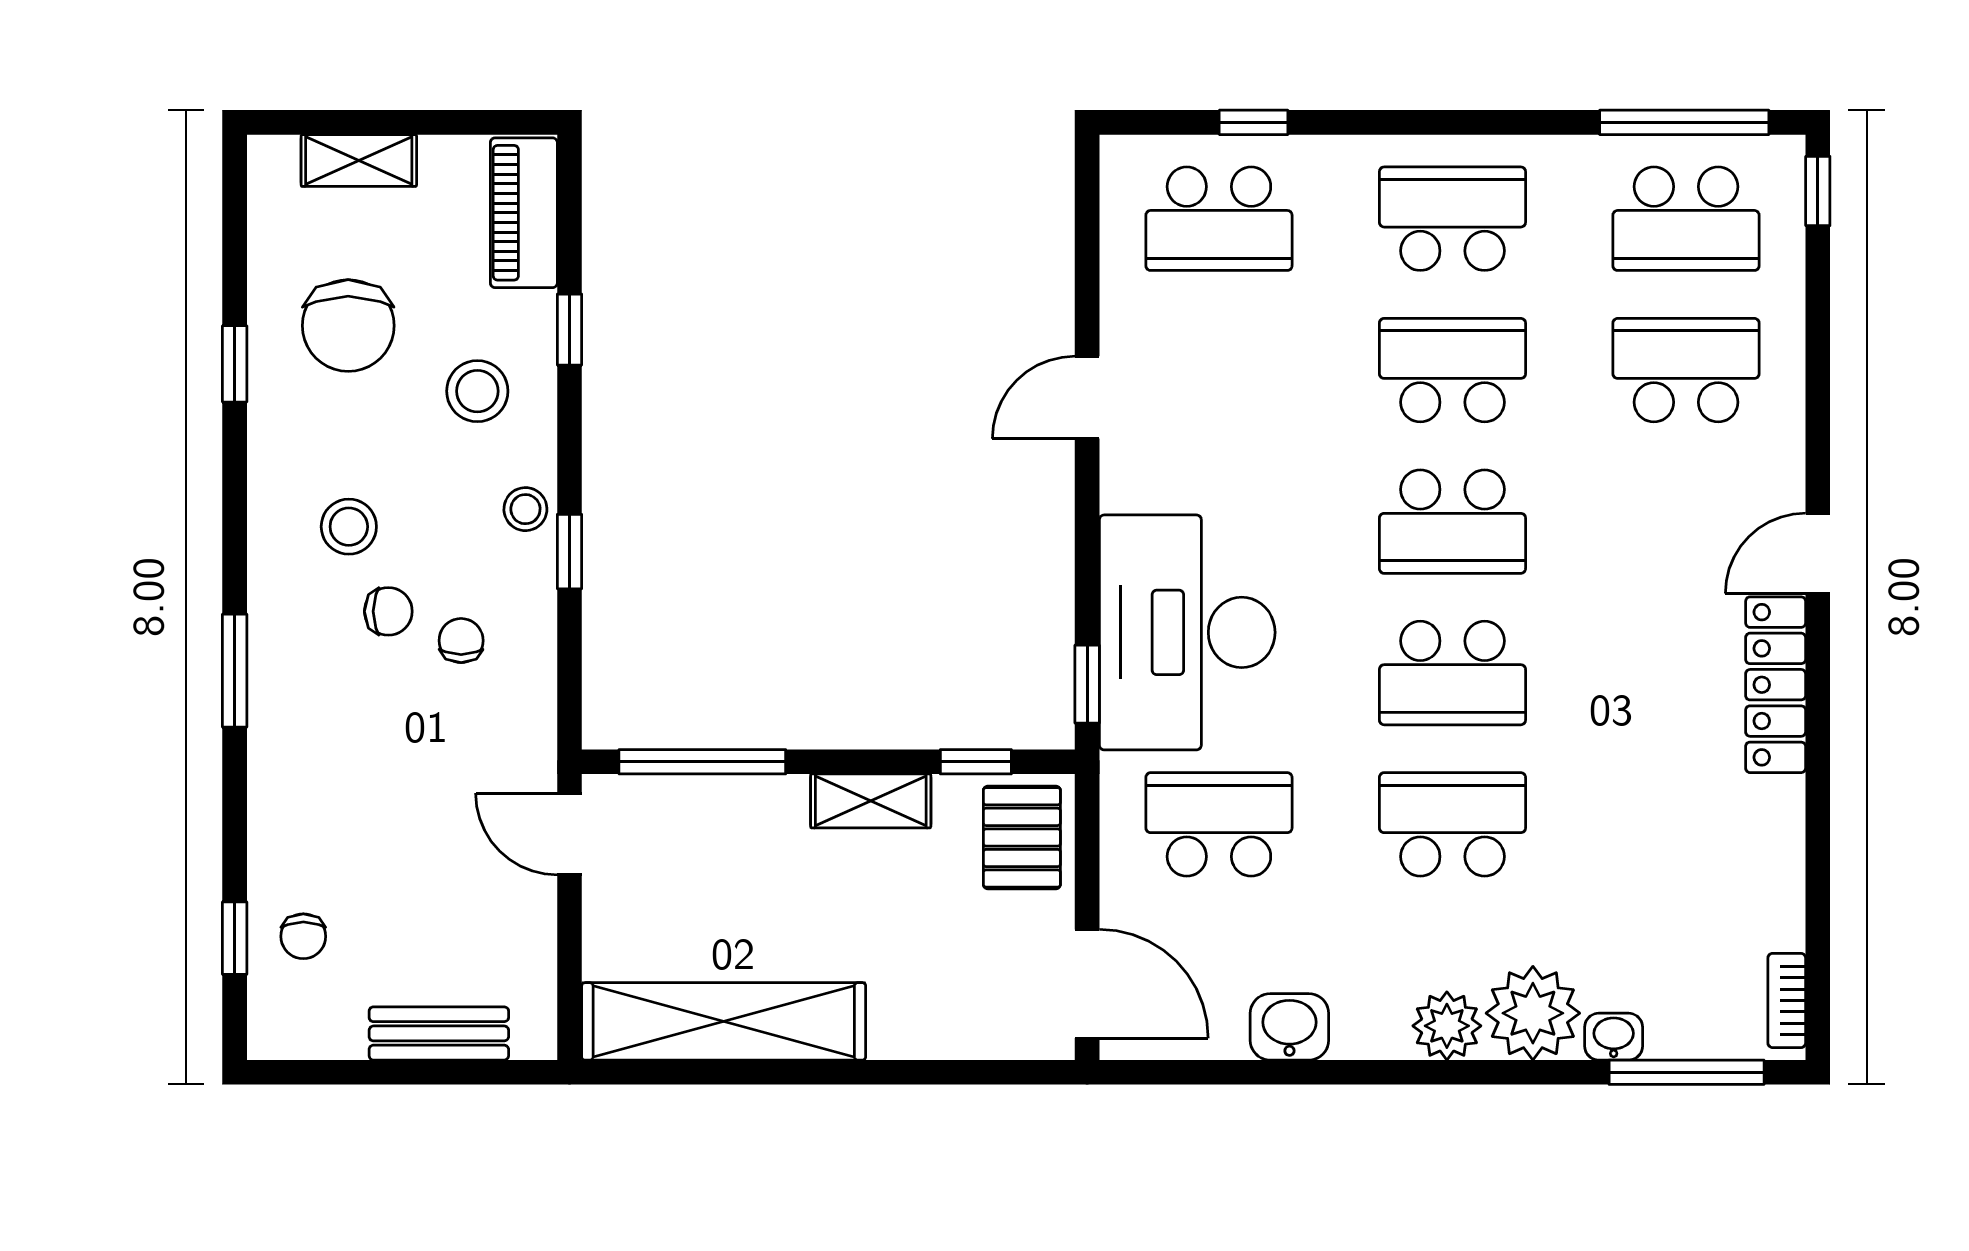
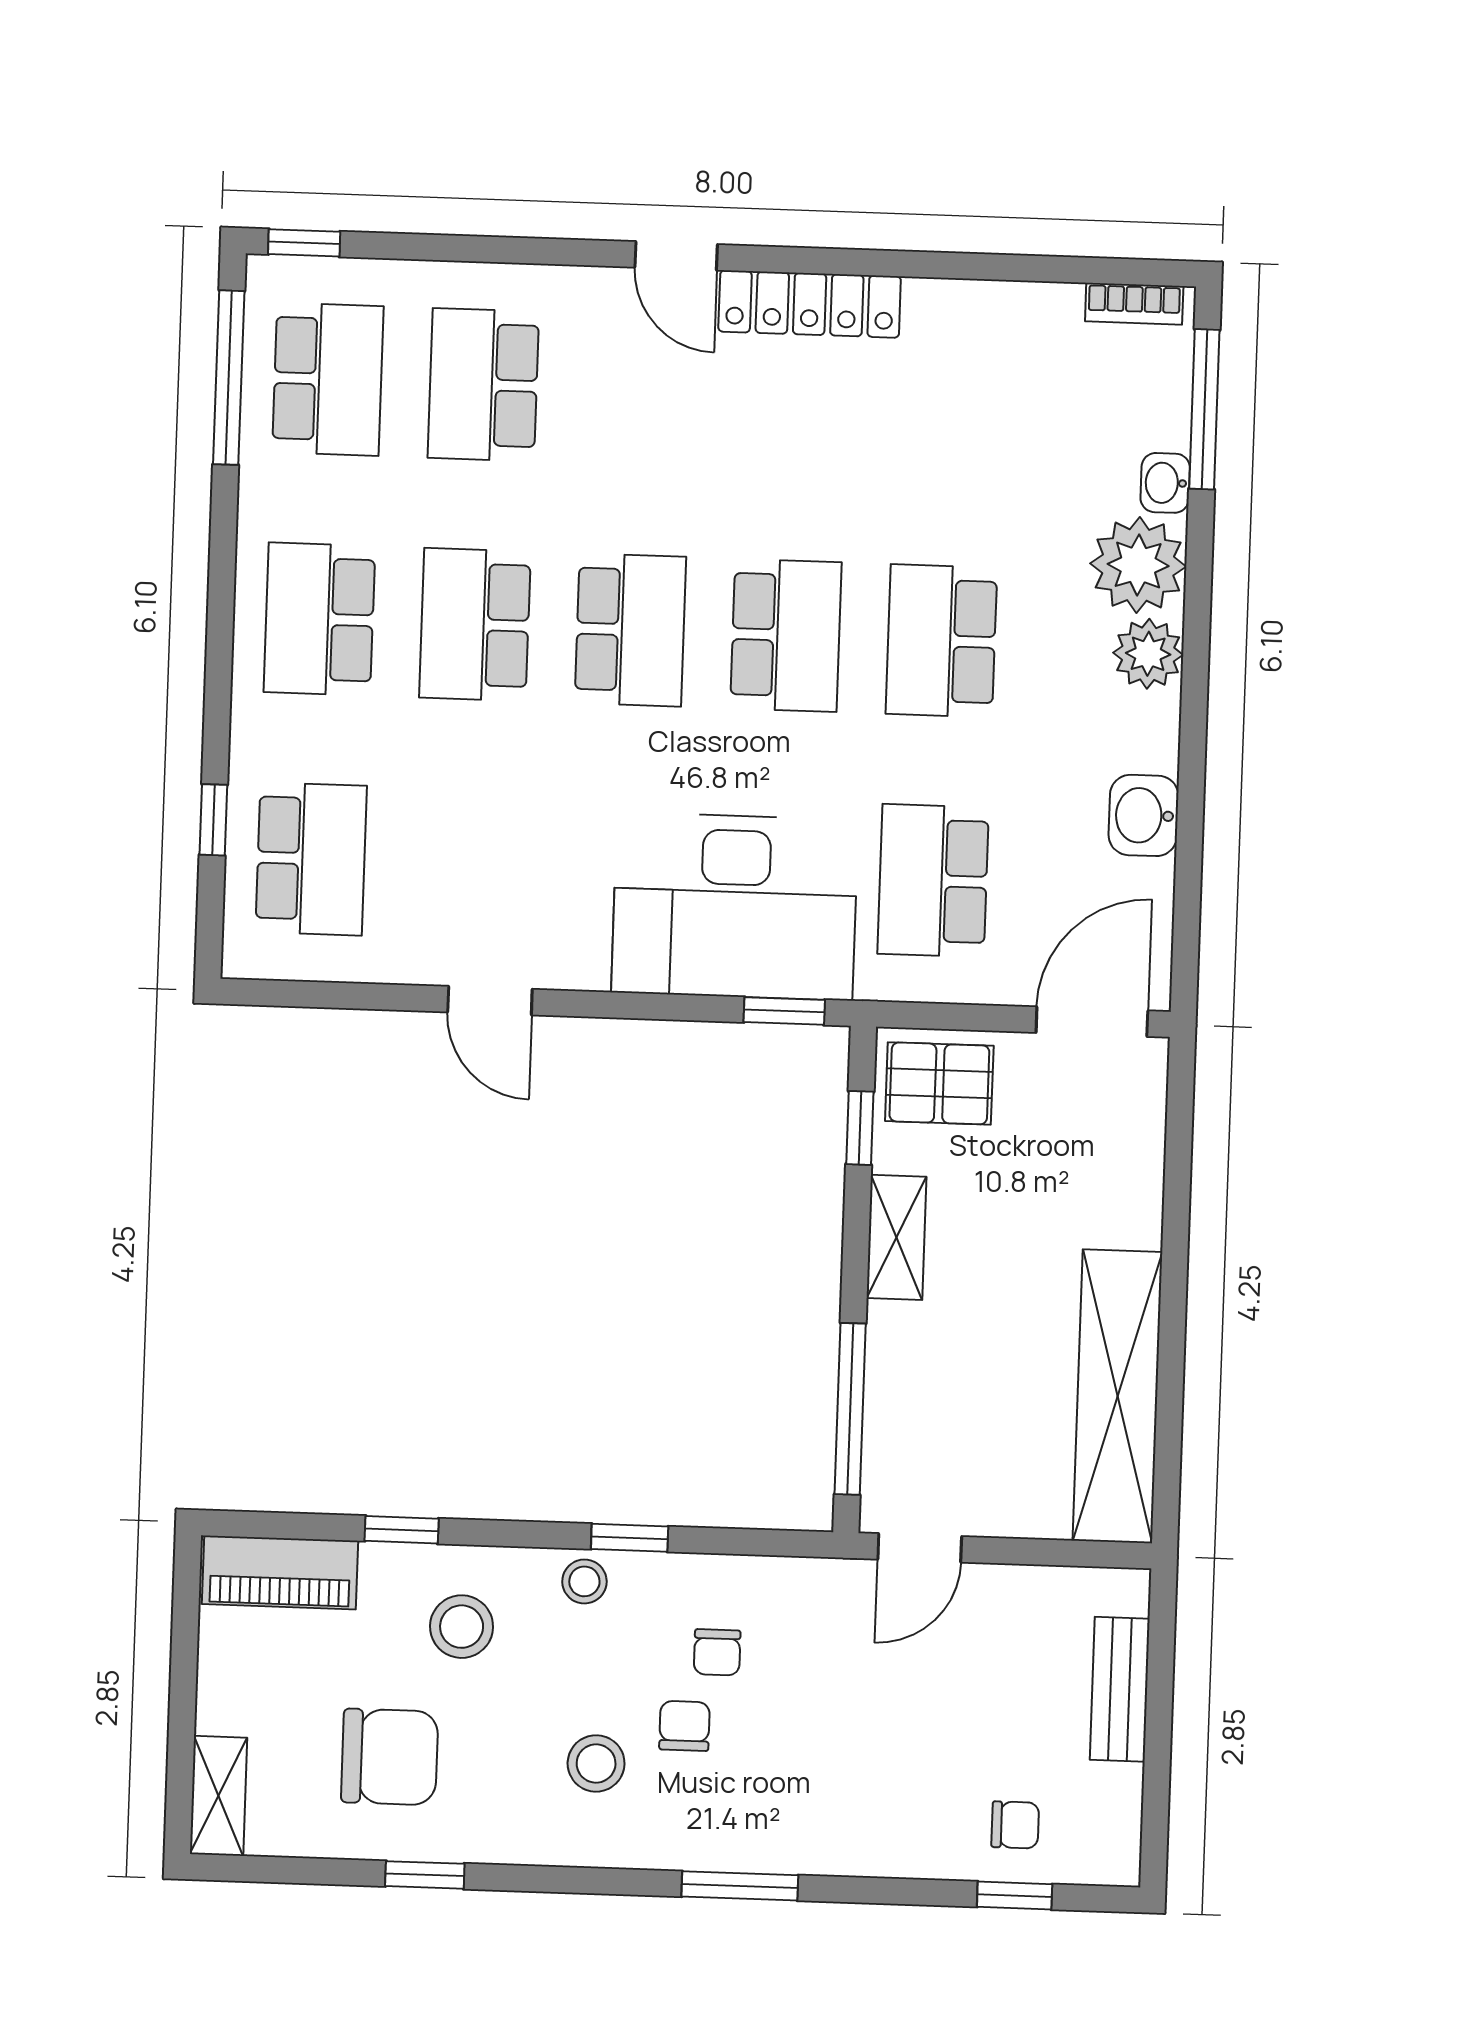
shelving: (359, 160) -> (218, 1796), moved
chair: (461, 641) -> (717, 1652), turned -90

